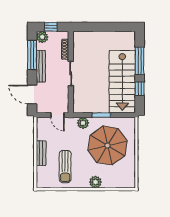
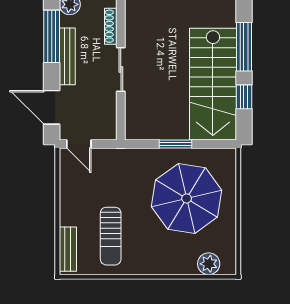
door: (57, 115) -> (79, 144), moved
plant: (83, 123) -> (143, 158), removed
bench: (41, 153) -> (68, 249), moved
plant: (95, 182) -> (209, 264), moved

